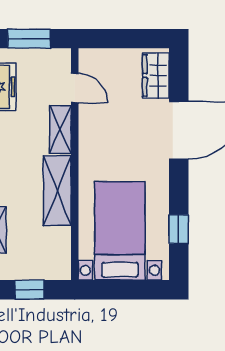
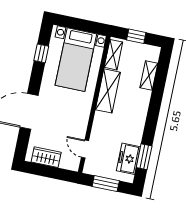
wardrobe: (156, 76) -> (46, 157), moved, turned -90
shelving: (60, 130) -> (113, 55), moved

